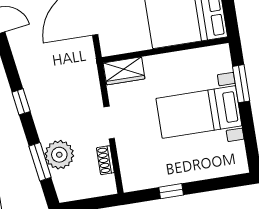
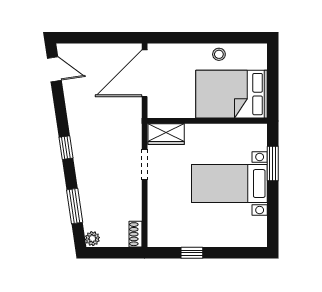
doorway: (109, 123) -> (145, 165), moved
plant: (59, 155) -> (92, 239), moved, width x0.53, depth x0.53
shoe rack: (105, 160) -> (135, 234), moved

